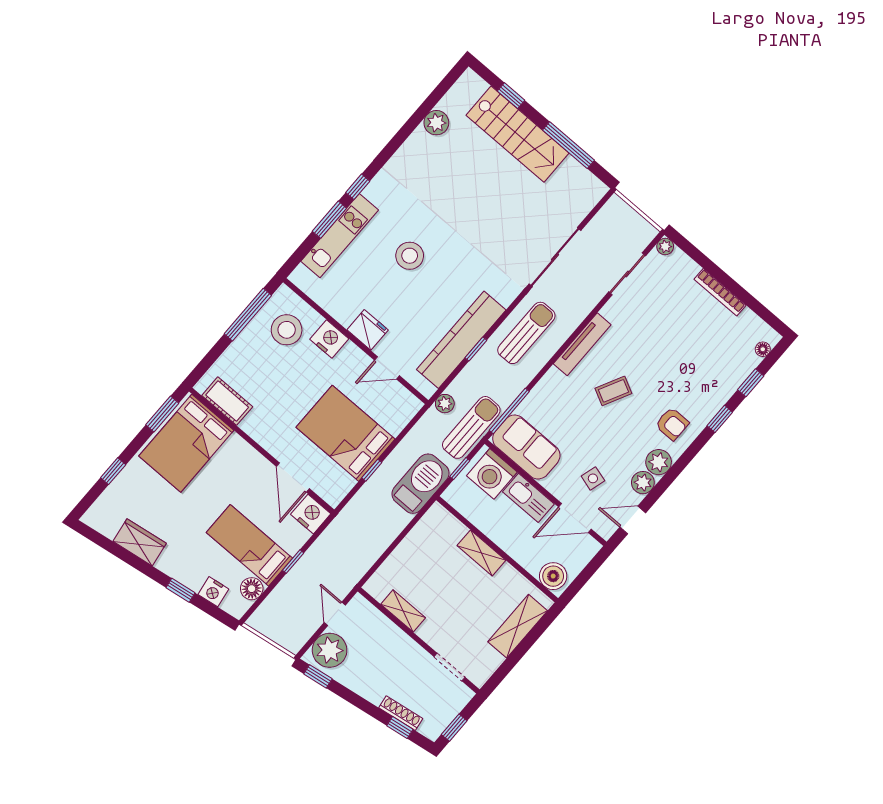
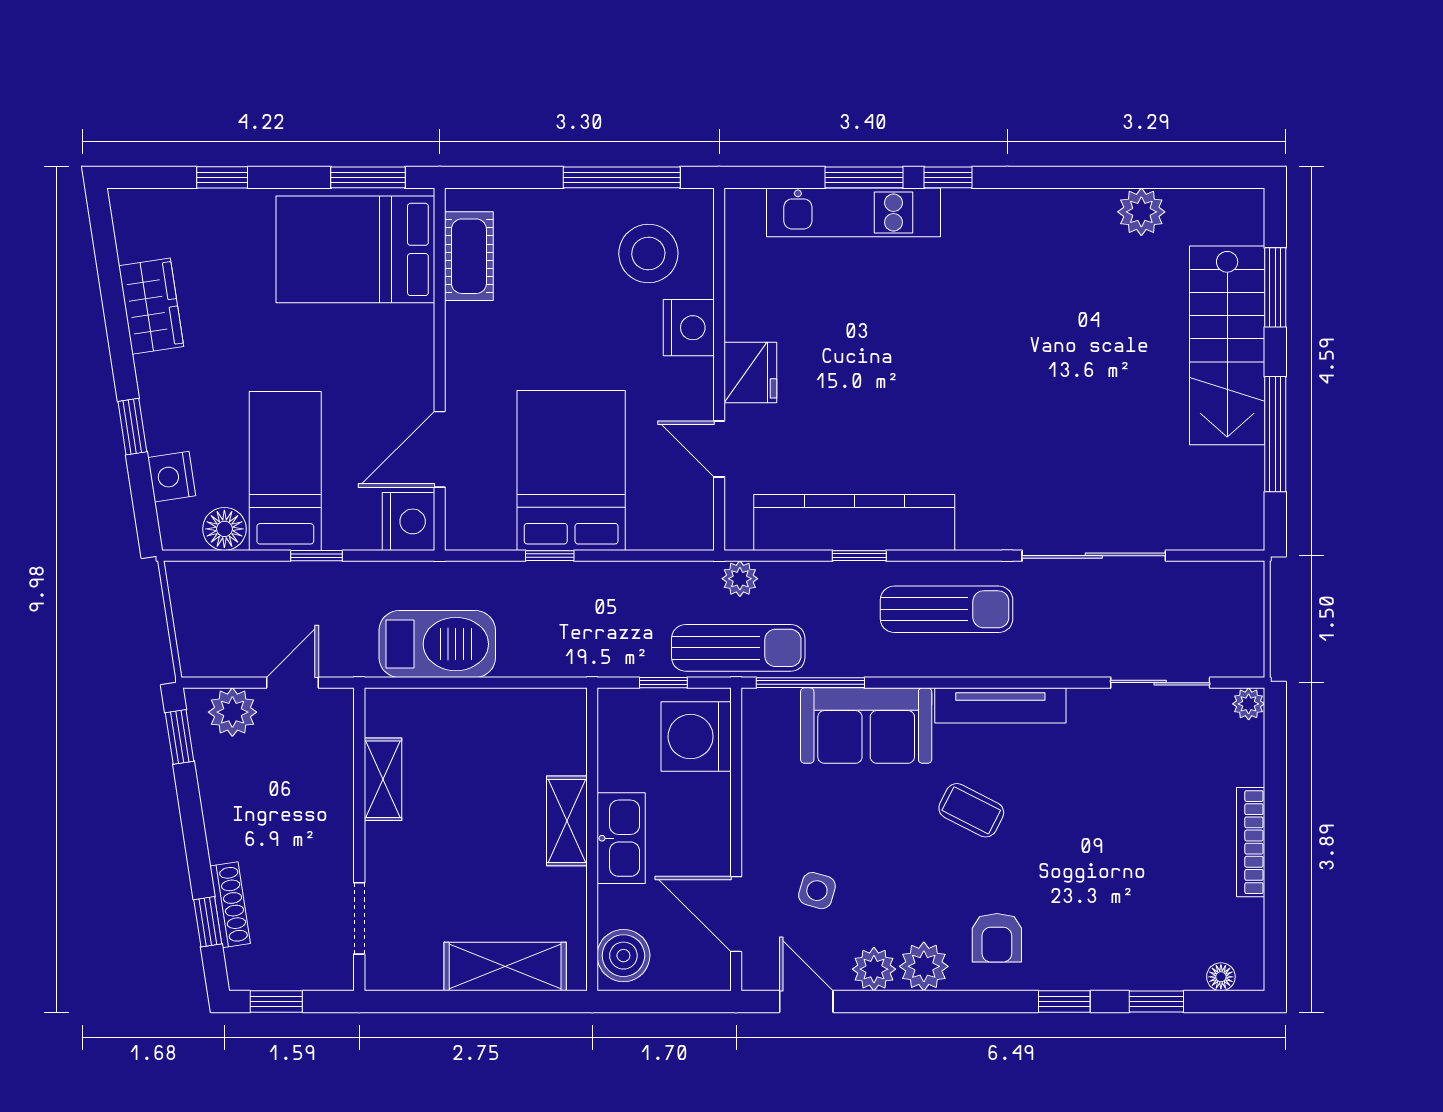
window: (511, 96) -> (1275, 287), width x1.50
stool: (410, 256) -> (912, 341), removed
sofa: (526, 447) -> (866, 726), moved, turned 90
barbecue: (420, 484) -> (437, 644), moved
kitchen sink: (528, 498) -> (621, 838), moved, turned 180
plant: (330, 650) -> (232, 712), width x0.73, depth x0.73

